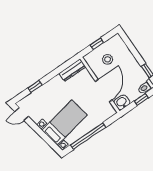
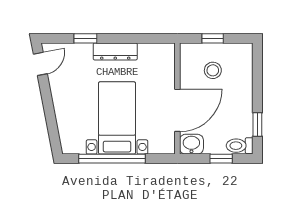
dresser: (72, 70) -> (115, 51), moved
door: (22, 114) -> (40, 64), swing flipped
bed with nightstands: (64, 123) -> (117, 118), moved, turned -79

